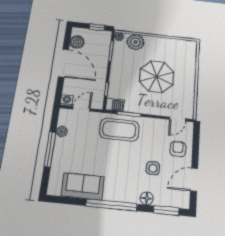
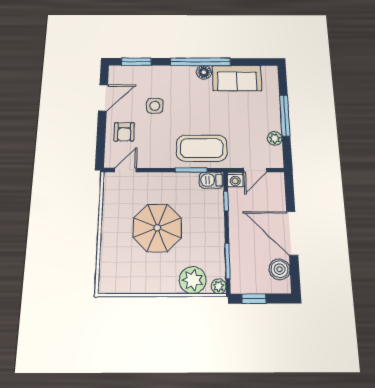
washing machine: (67, 100) -> (235, 179), moved
floor lamp: (147, 198) -> (204, 72), moved

